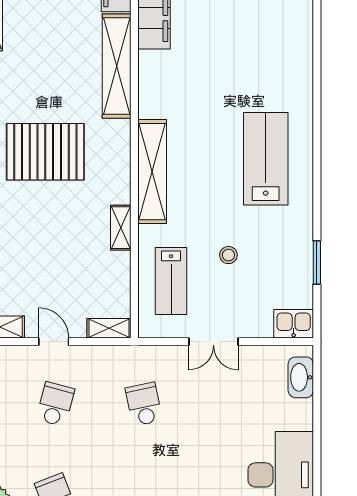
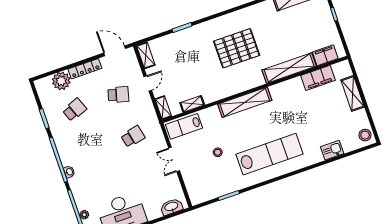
pallet: (45, 152) -> (237, 48), turned 90
lab bench: (266, 159) -> (270, 154), width x1.36
shelving: (121, 228) -> (192, 104), moved
lab bench: (171, 281) -> (184, 126), moved
kitchen sink: (294, 324) -> (332, 150), moved, turned -90

